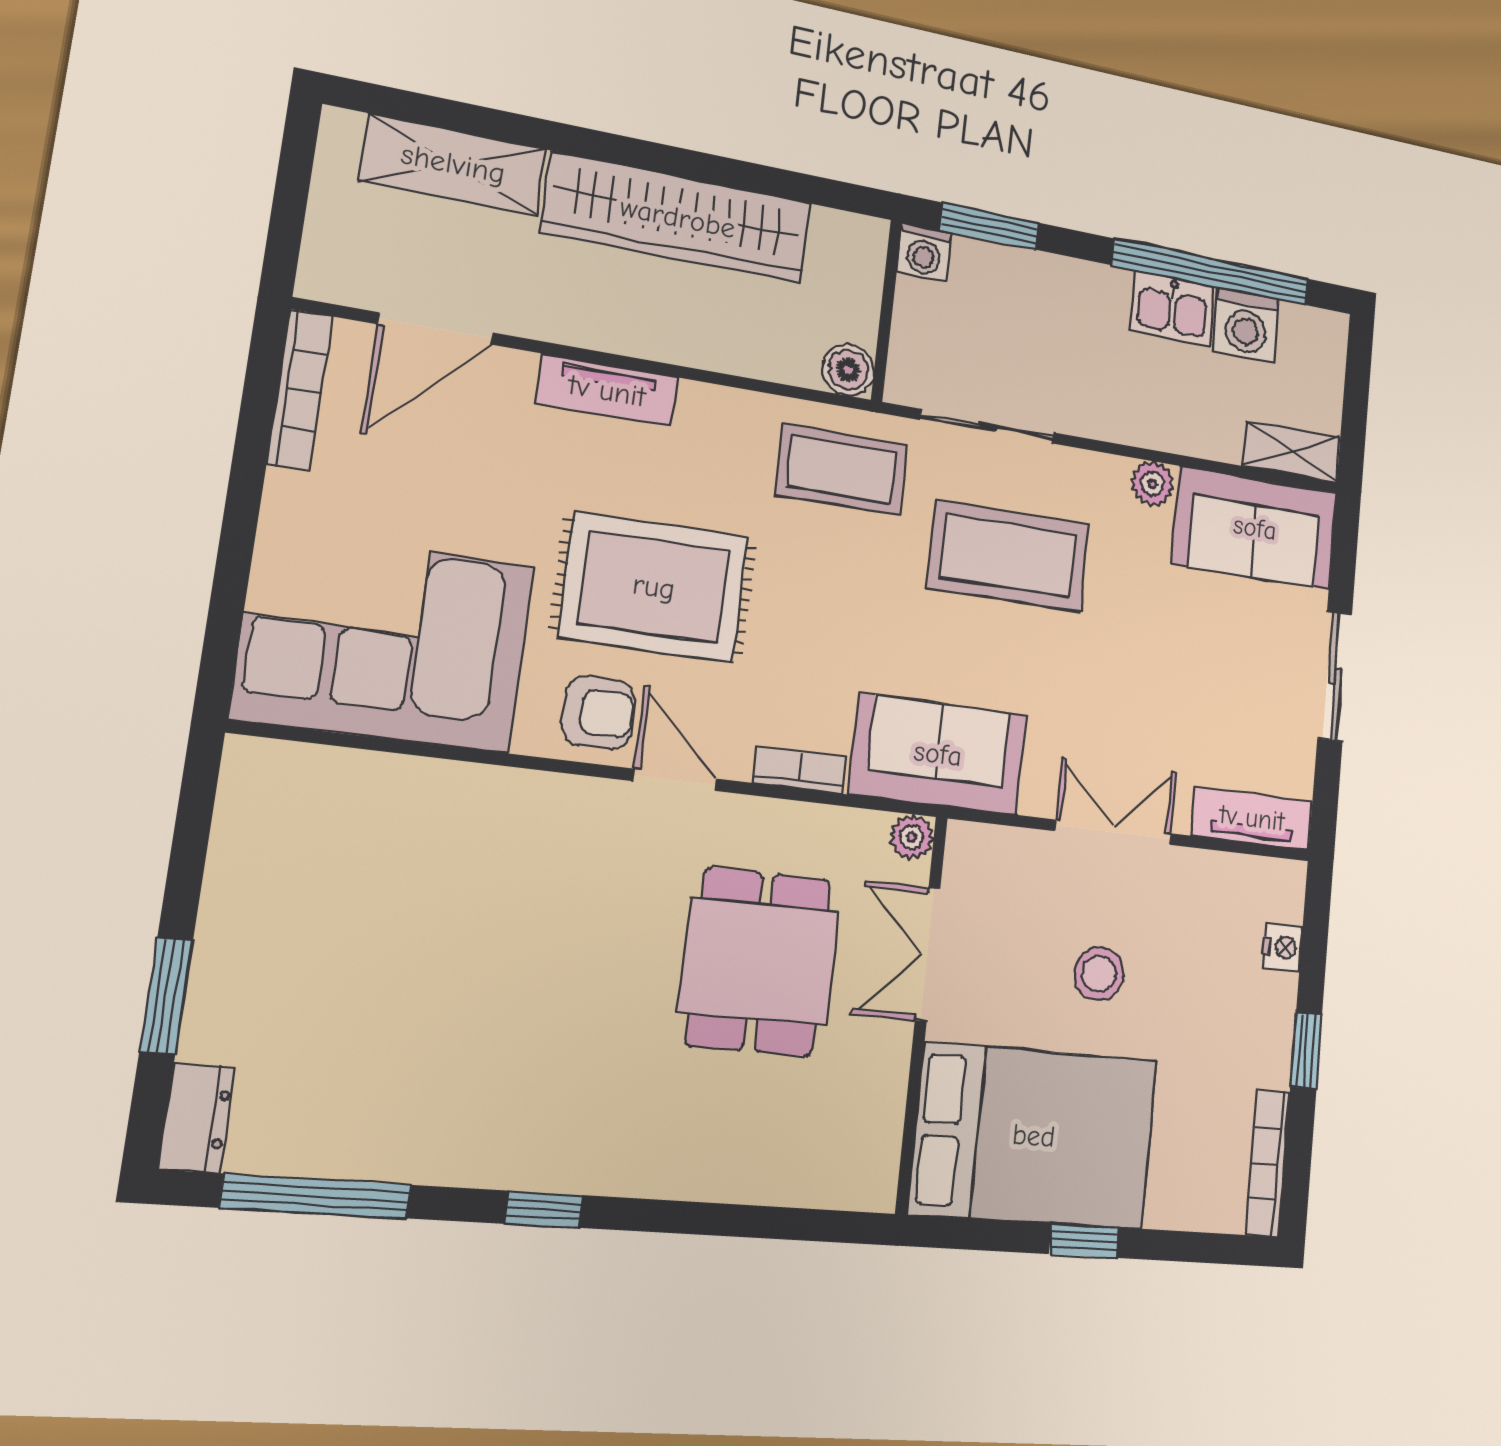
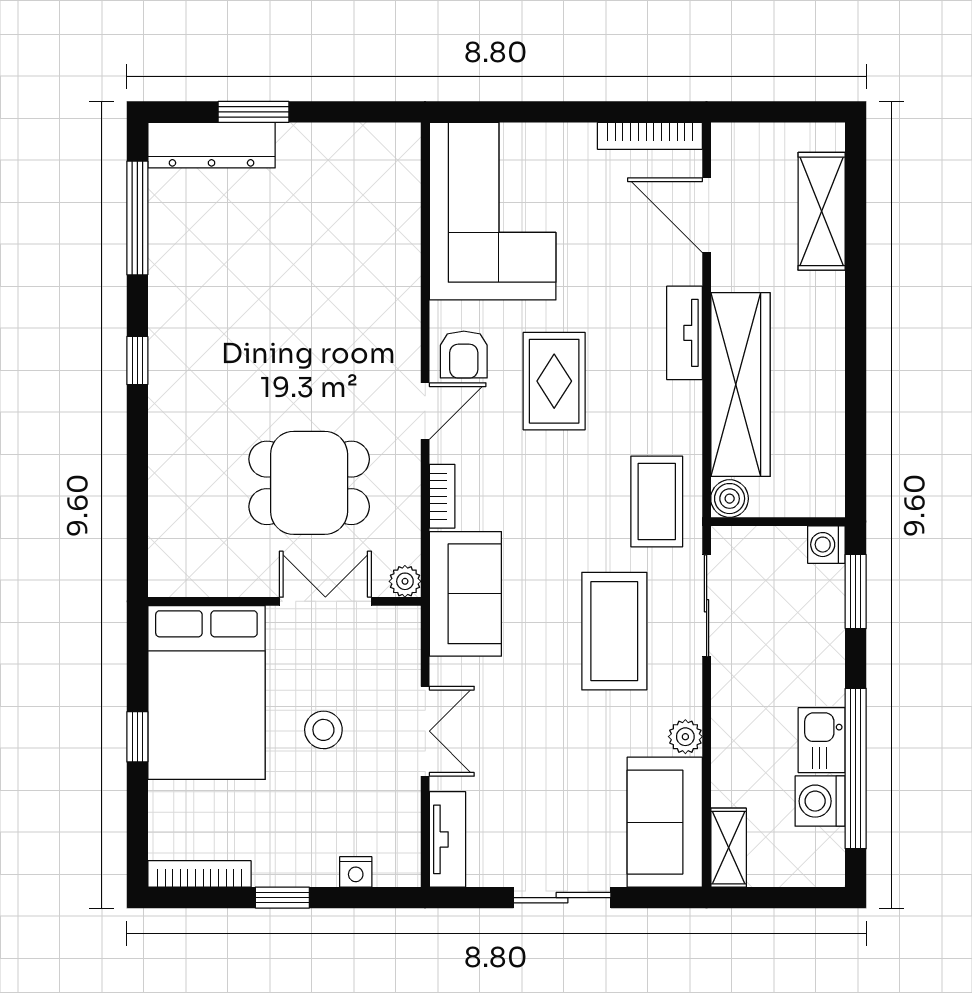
wardrobe: (678, 218) -> (741, 385), moved, turned 180
rug: (654, 587) -> (554, 381), width x0.73, depth x0.70
dresser: (197, 1118) -> (212, 145), width x1.96, depth x1.24

